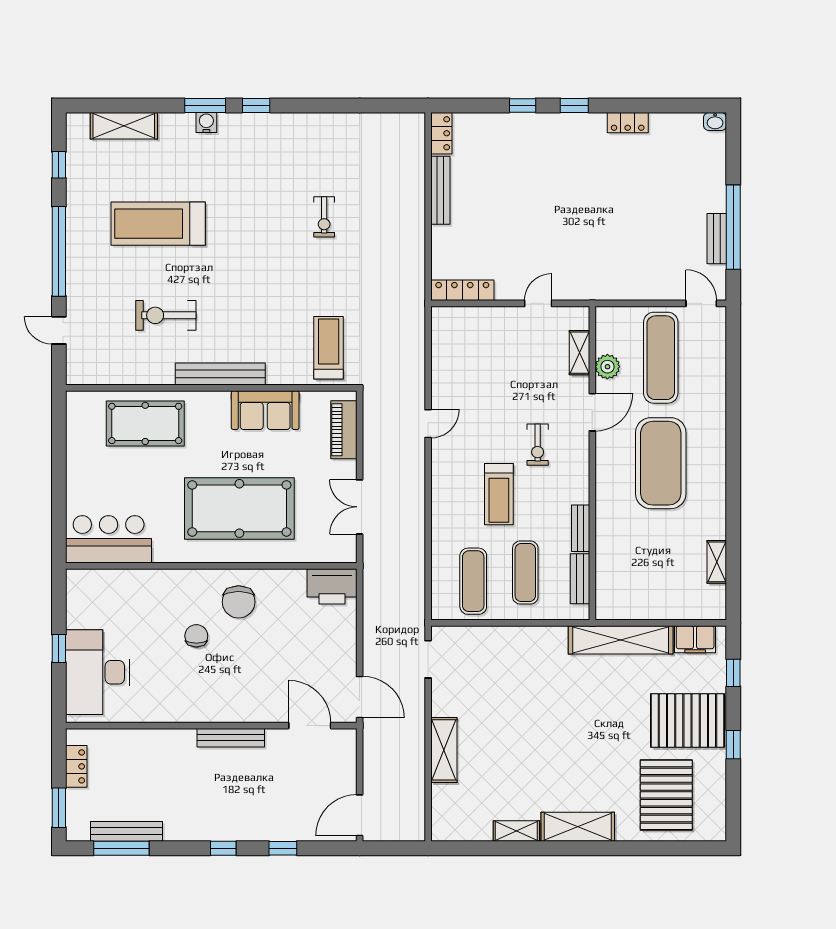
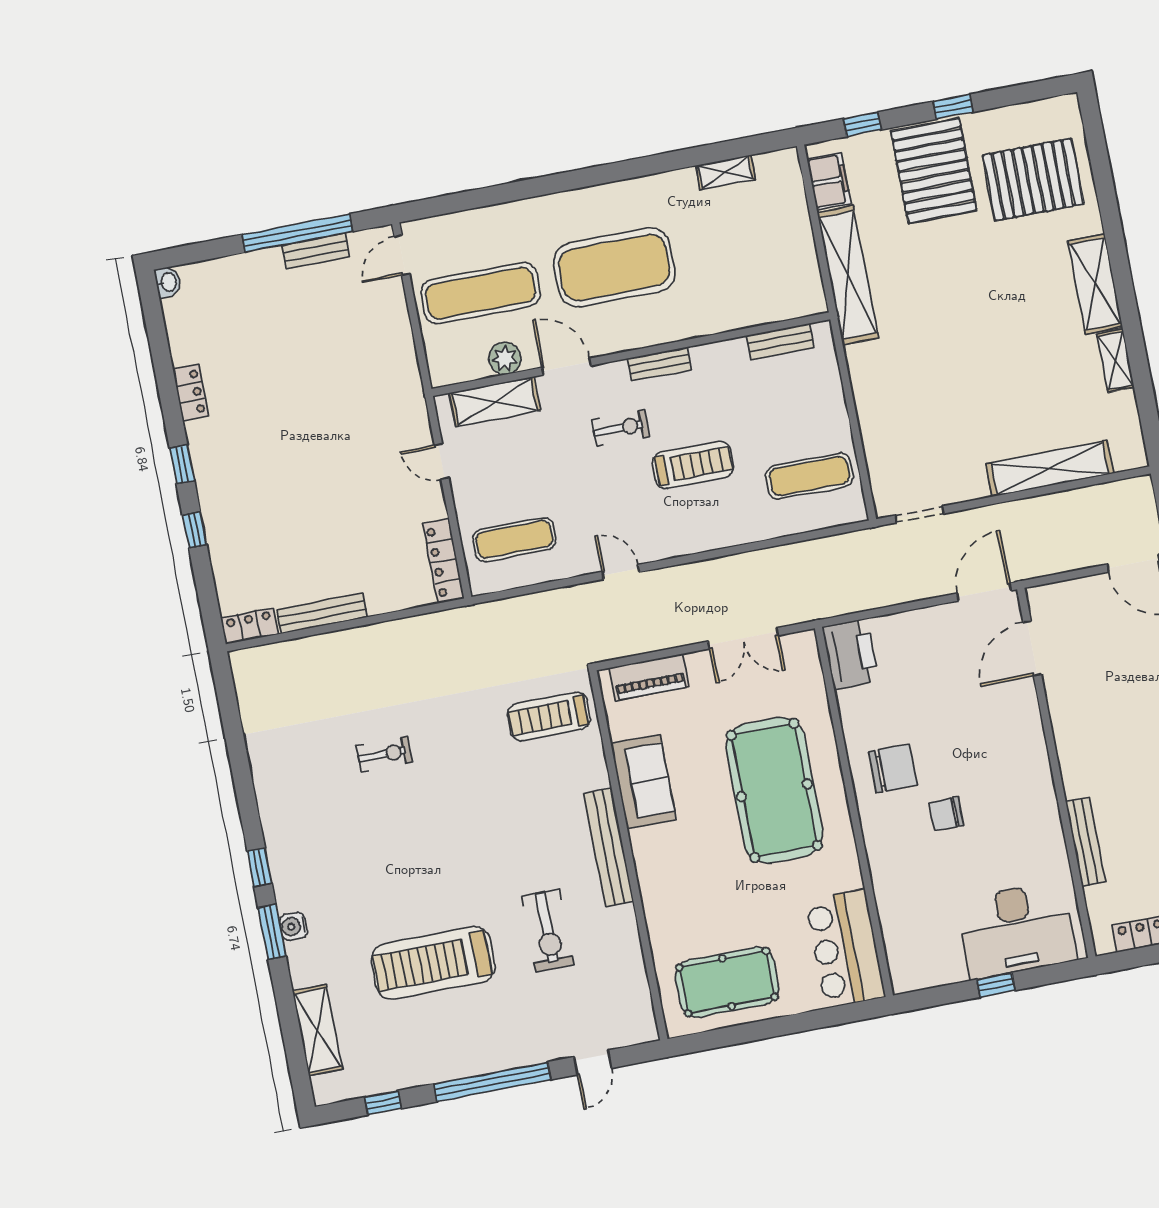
treadmill: (158, 224) -> (433, 963), turned 90
shelving: (580, 353) -> (495, 402), width x1.50, depth x1.33
pool table: (145, 423) -> (727, 982), moved, turned 90
bench: (581, 528) -> (659, 364), moved
exercise mat: (525, 573) -> (514, 540), moved
bench: (231, 738) -> (1085, 842), moved
shelving: (444, 750) -> (1050, 469), width x1.47

